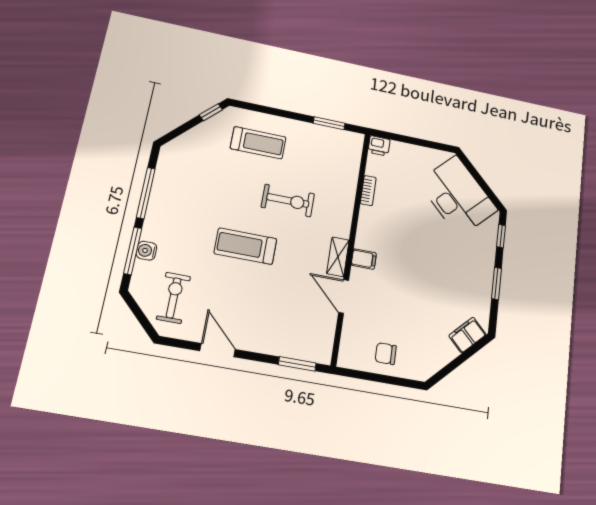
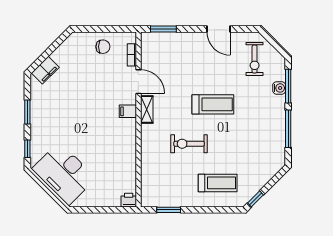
treadmill: (258, 143) -> (218, 183), turned 180
bookcase: (368, 191) -> (132, 55), moved

